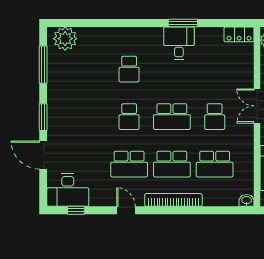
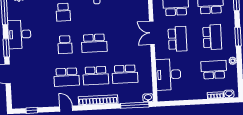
school desk: (215, 117) -> (123, 42), removed
desk: (68, 190) -> (19, 34), moved, turned 90
window: (227, 210) -> (135, 105), added

